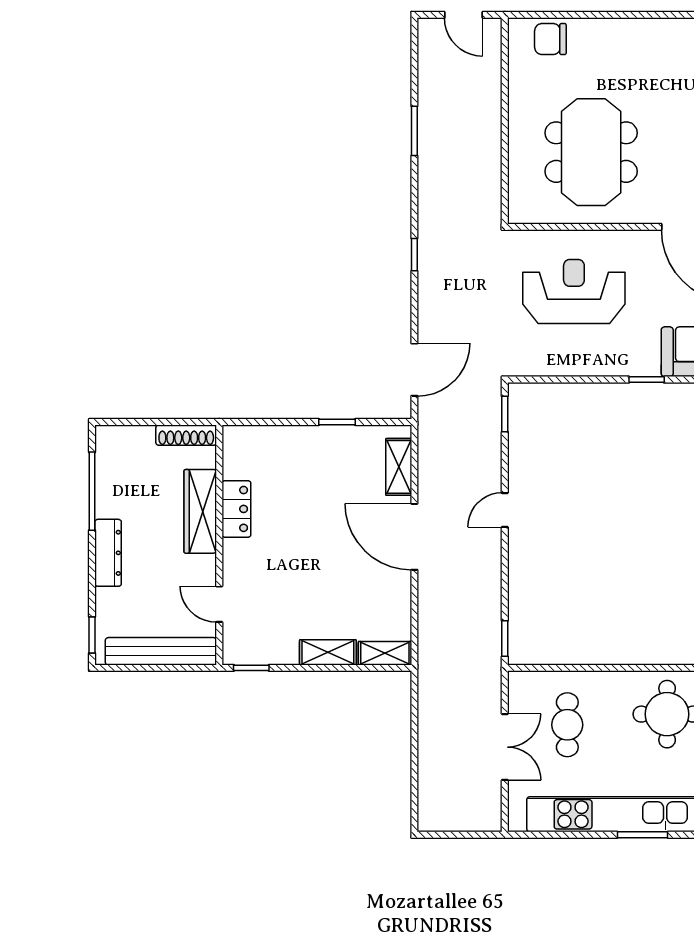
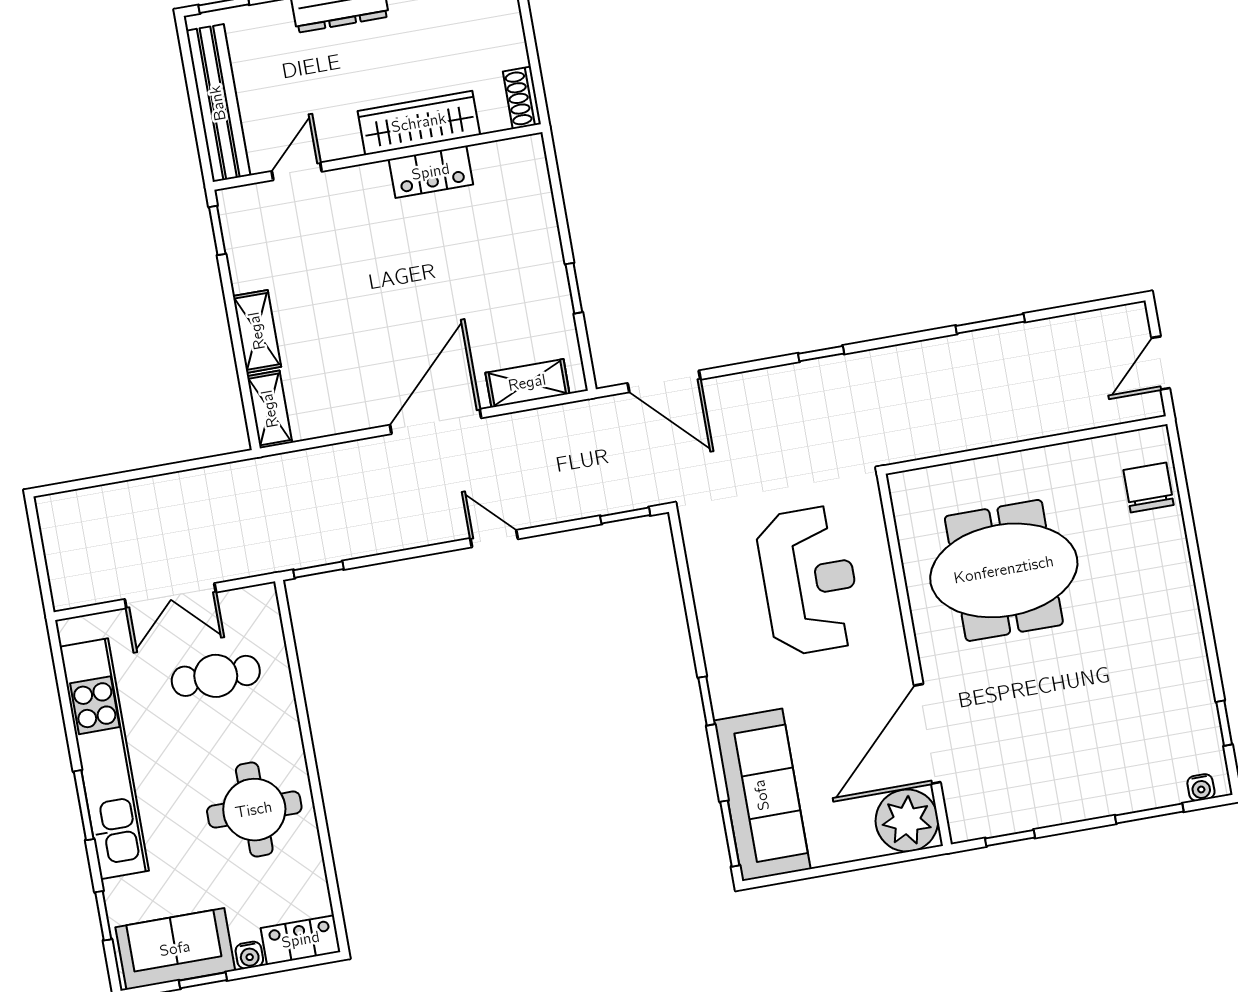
shoe rack: (186, 435) -> (522, 98), width x0.70

